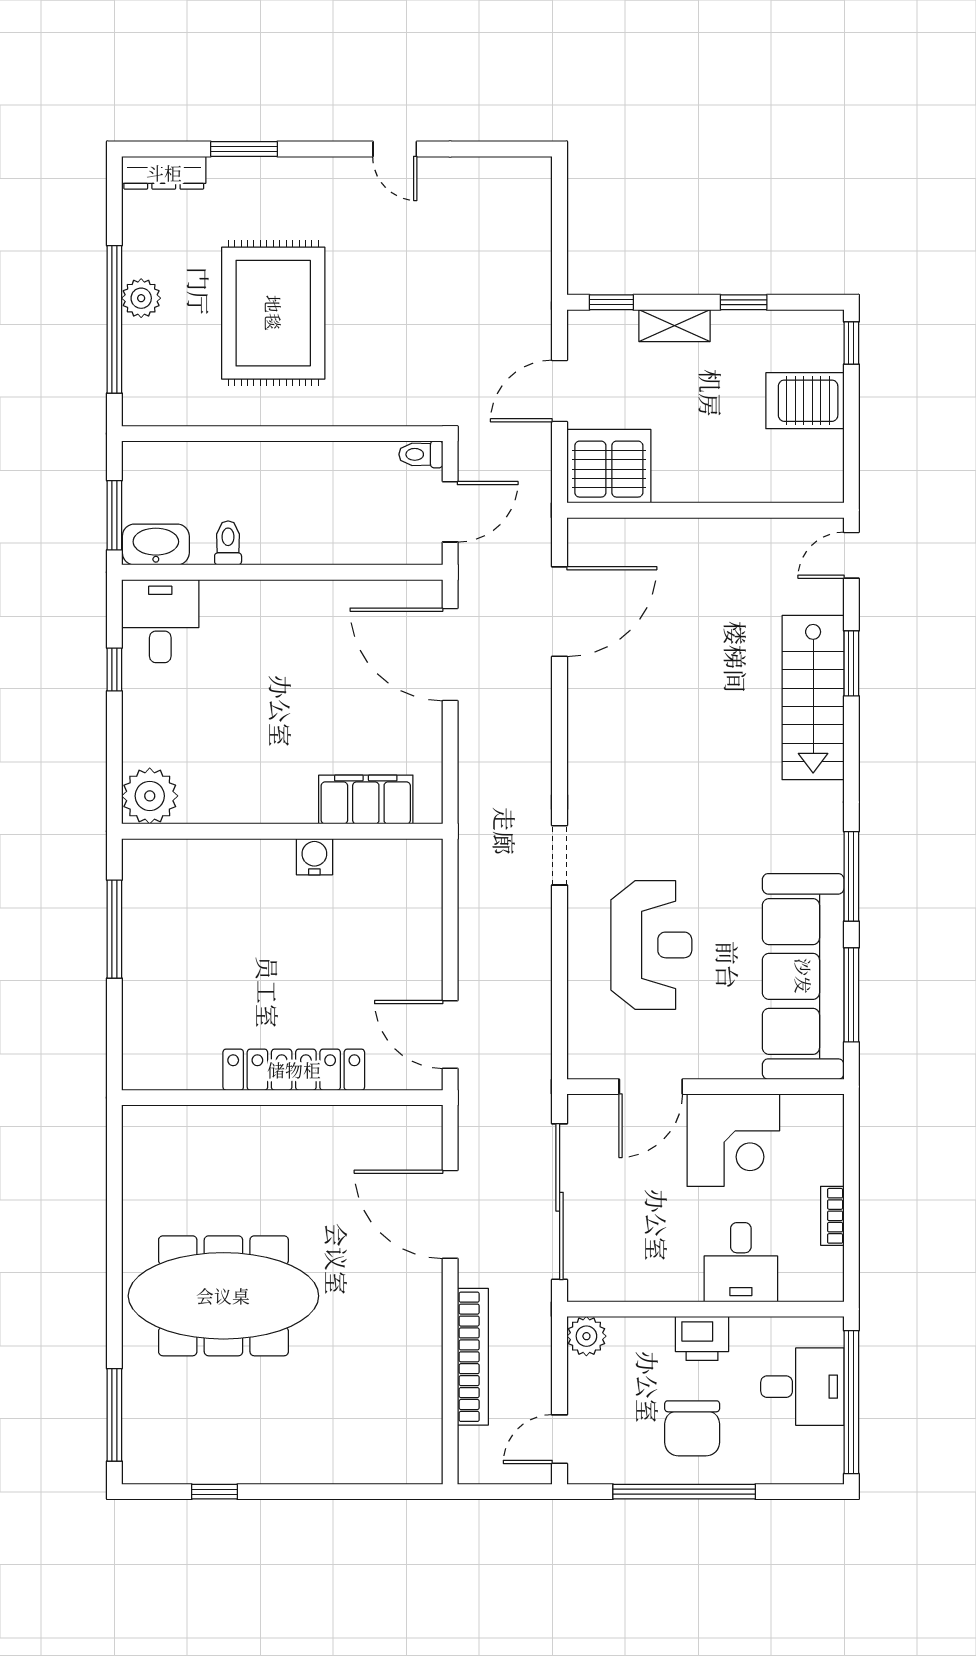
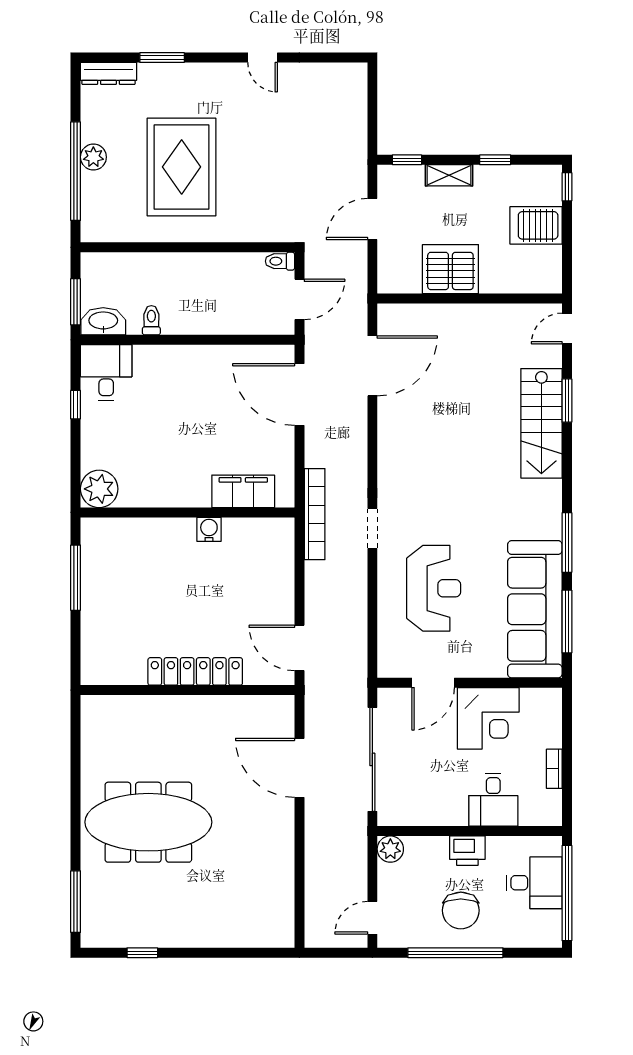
server rack: (609, 466) -> (450, 269), moved
bookcase: (473, 1357) -> (315, 514), moved

